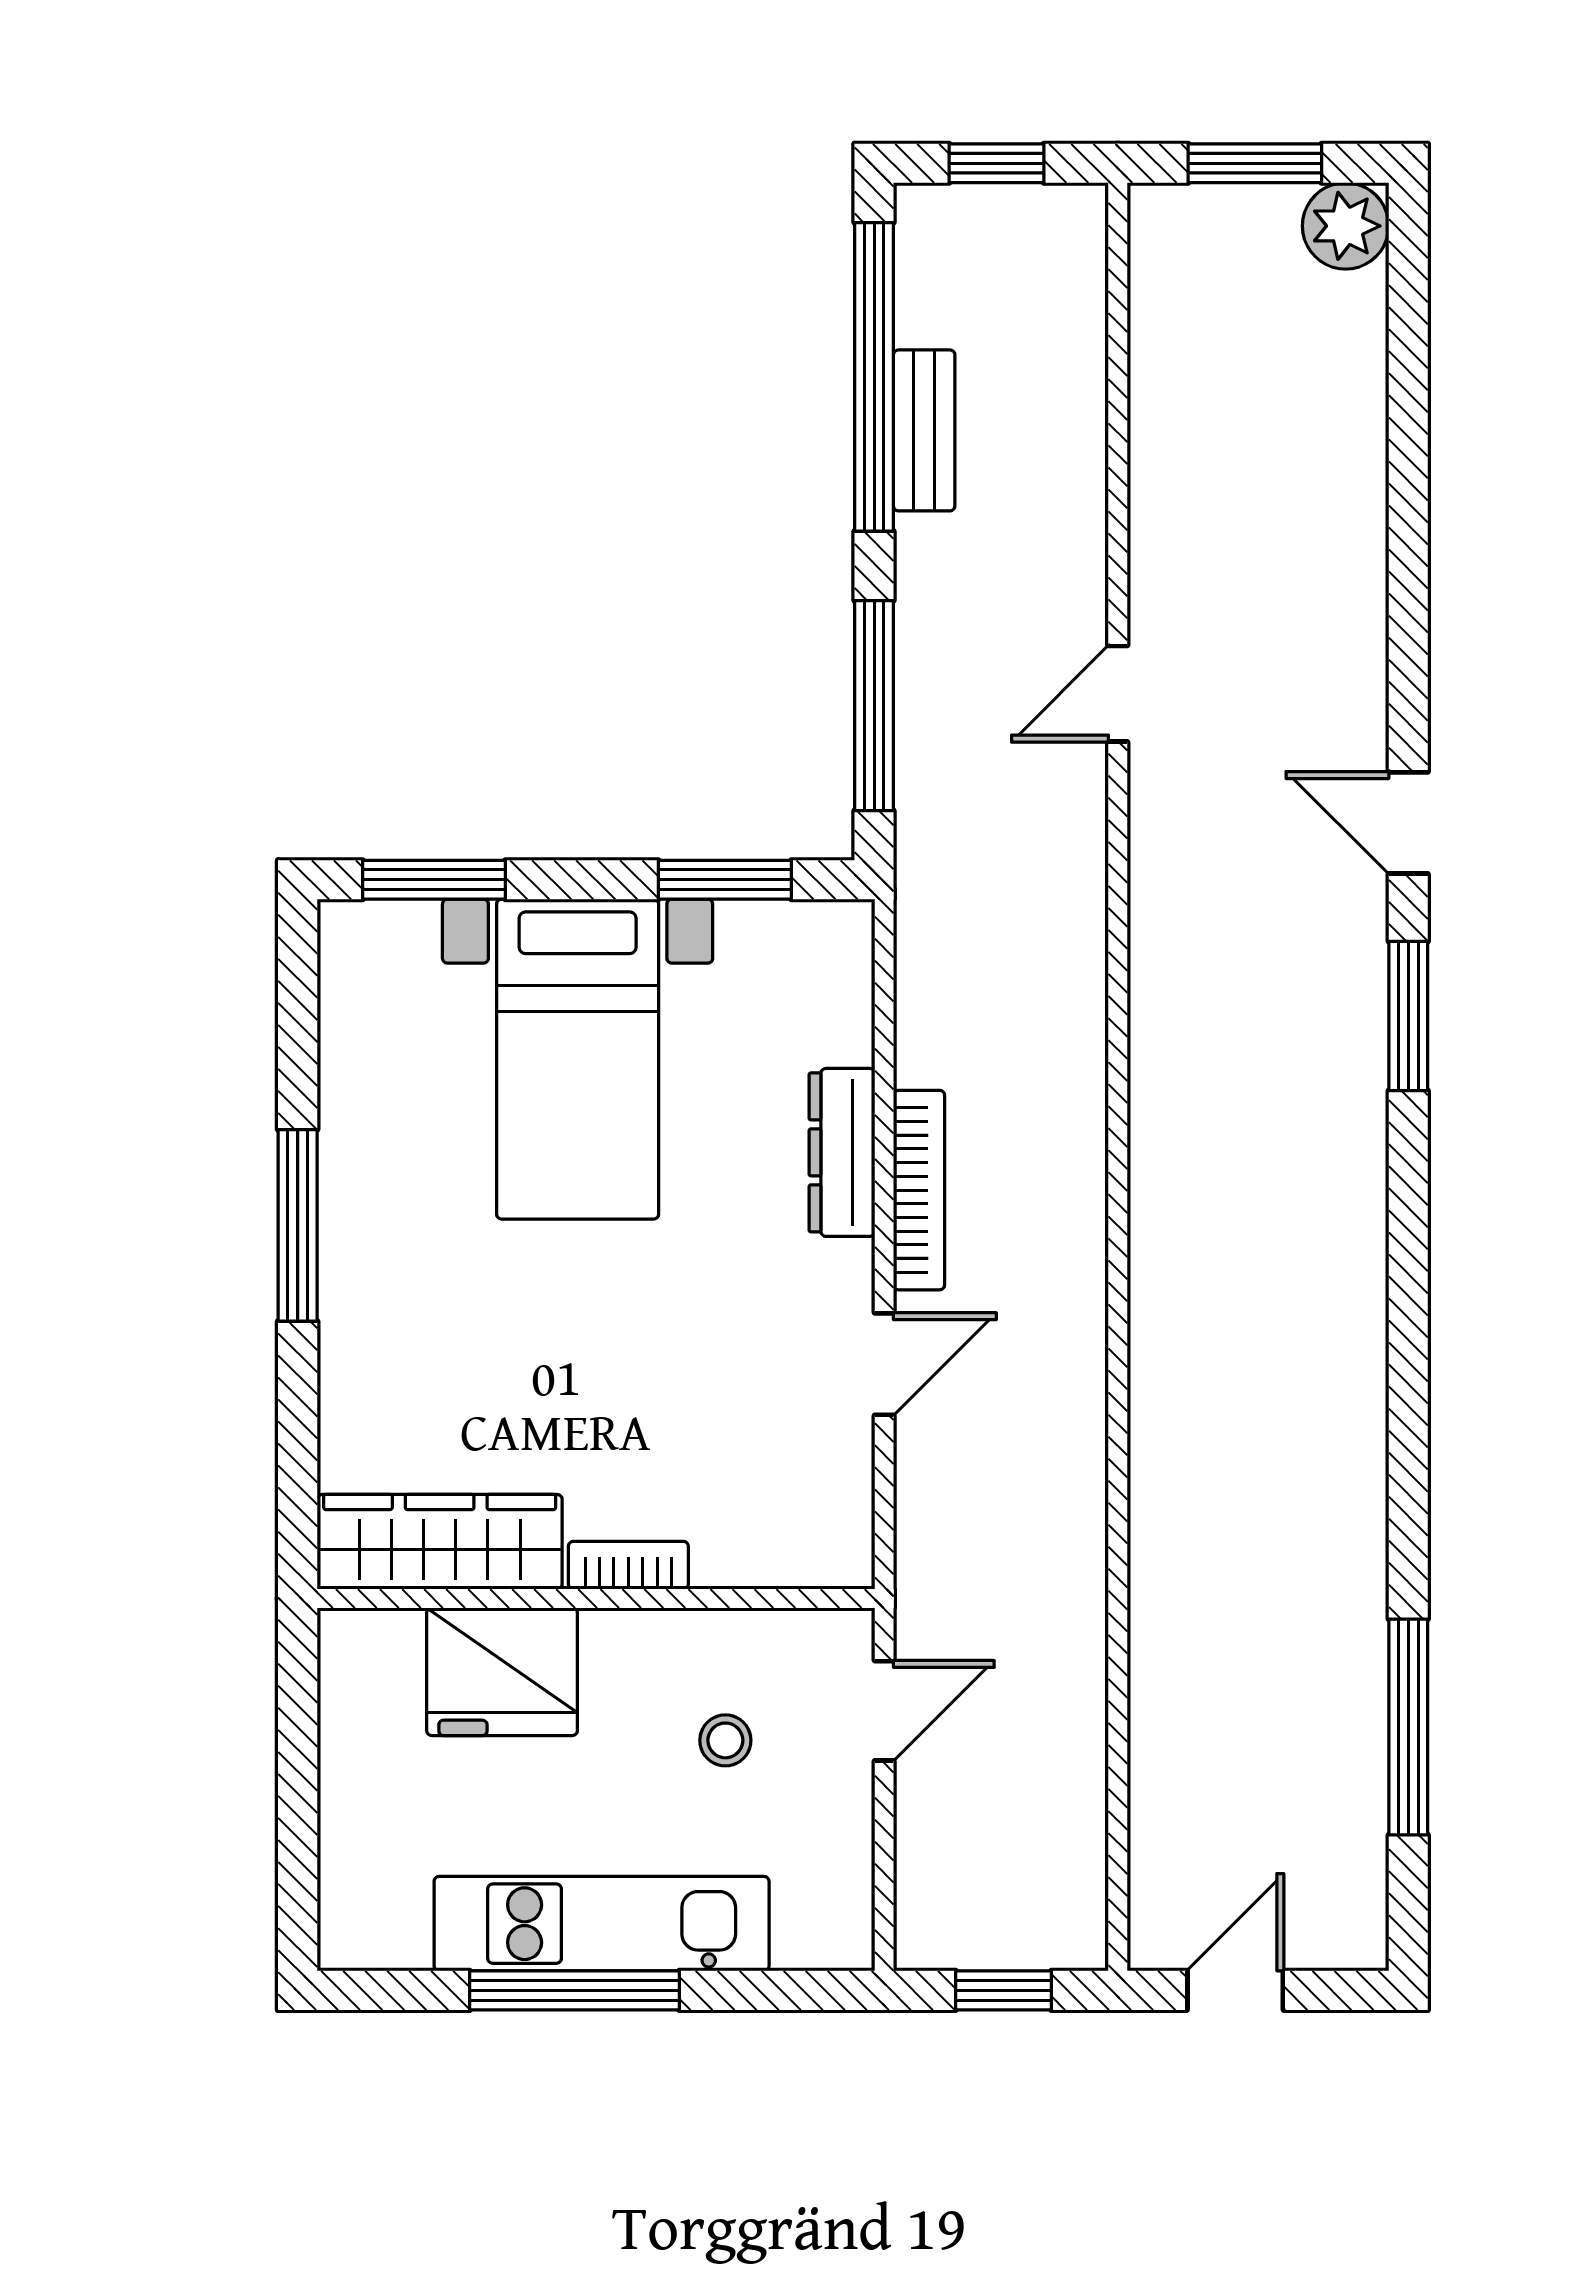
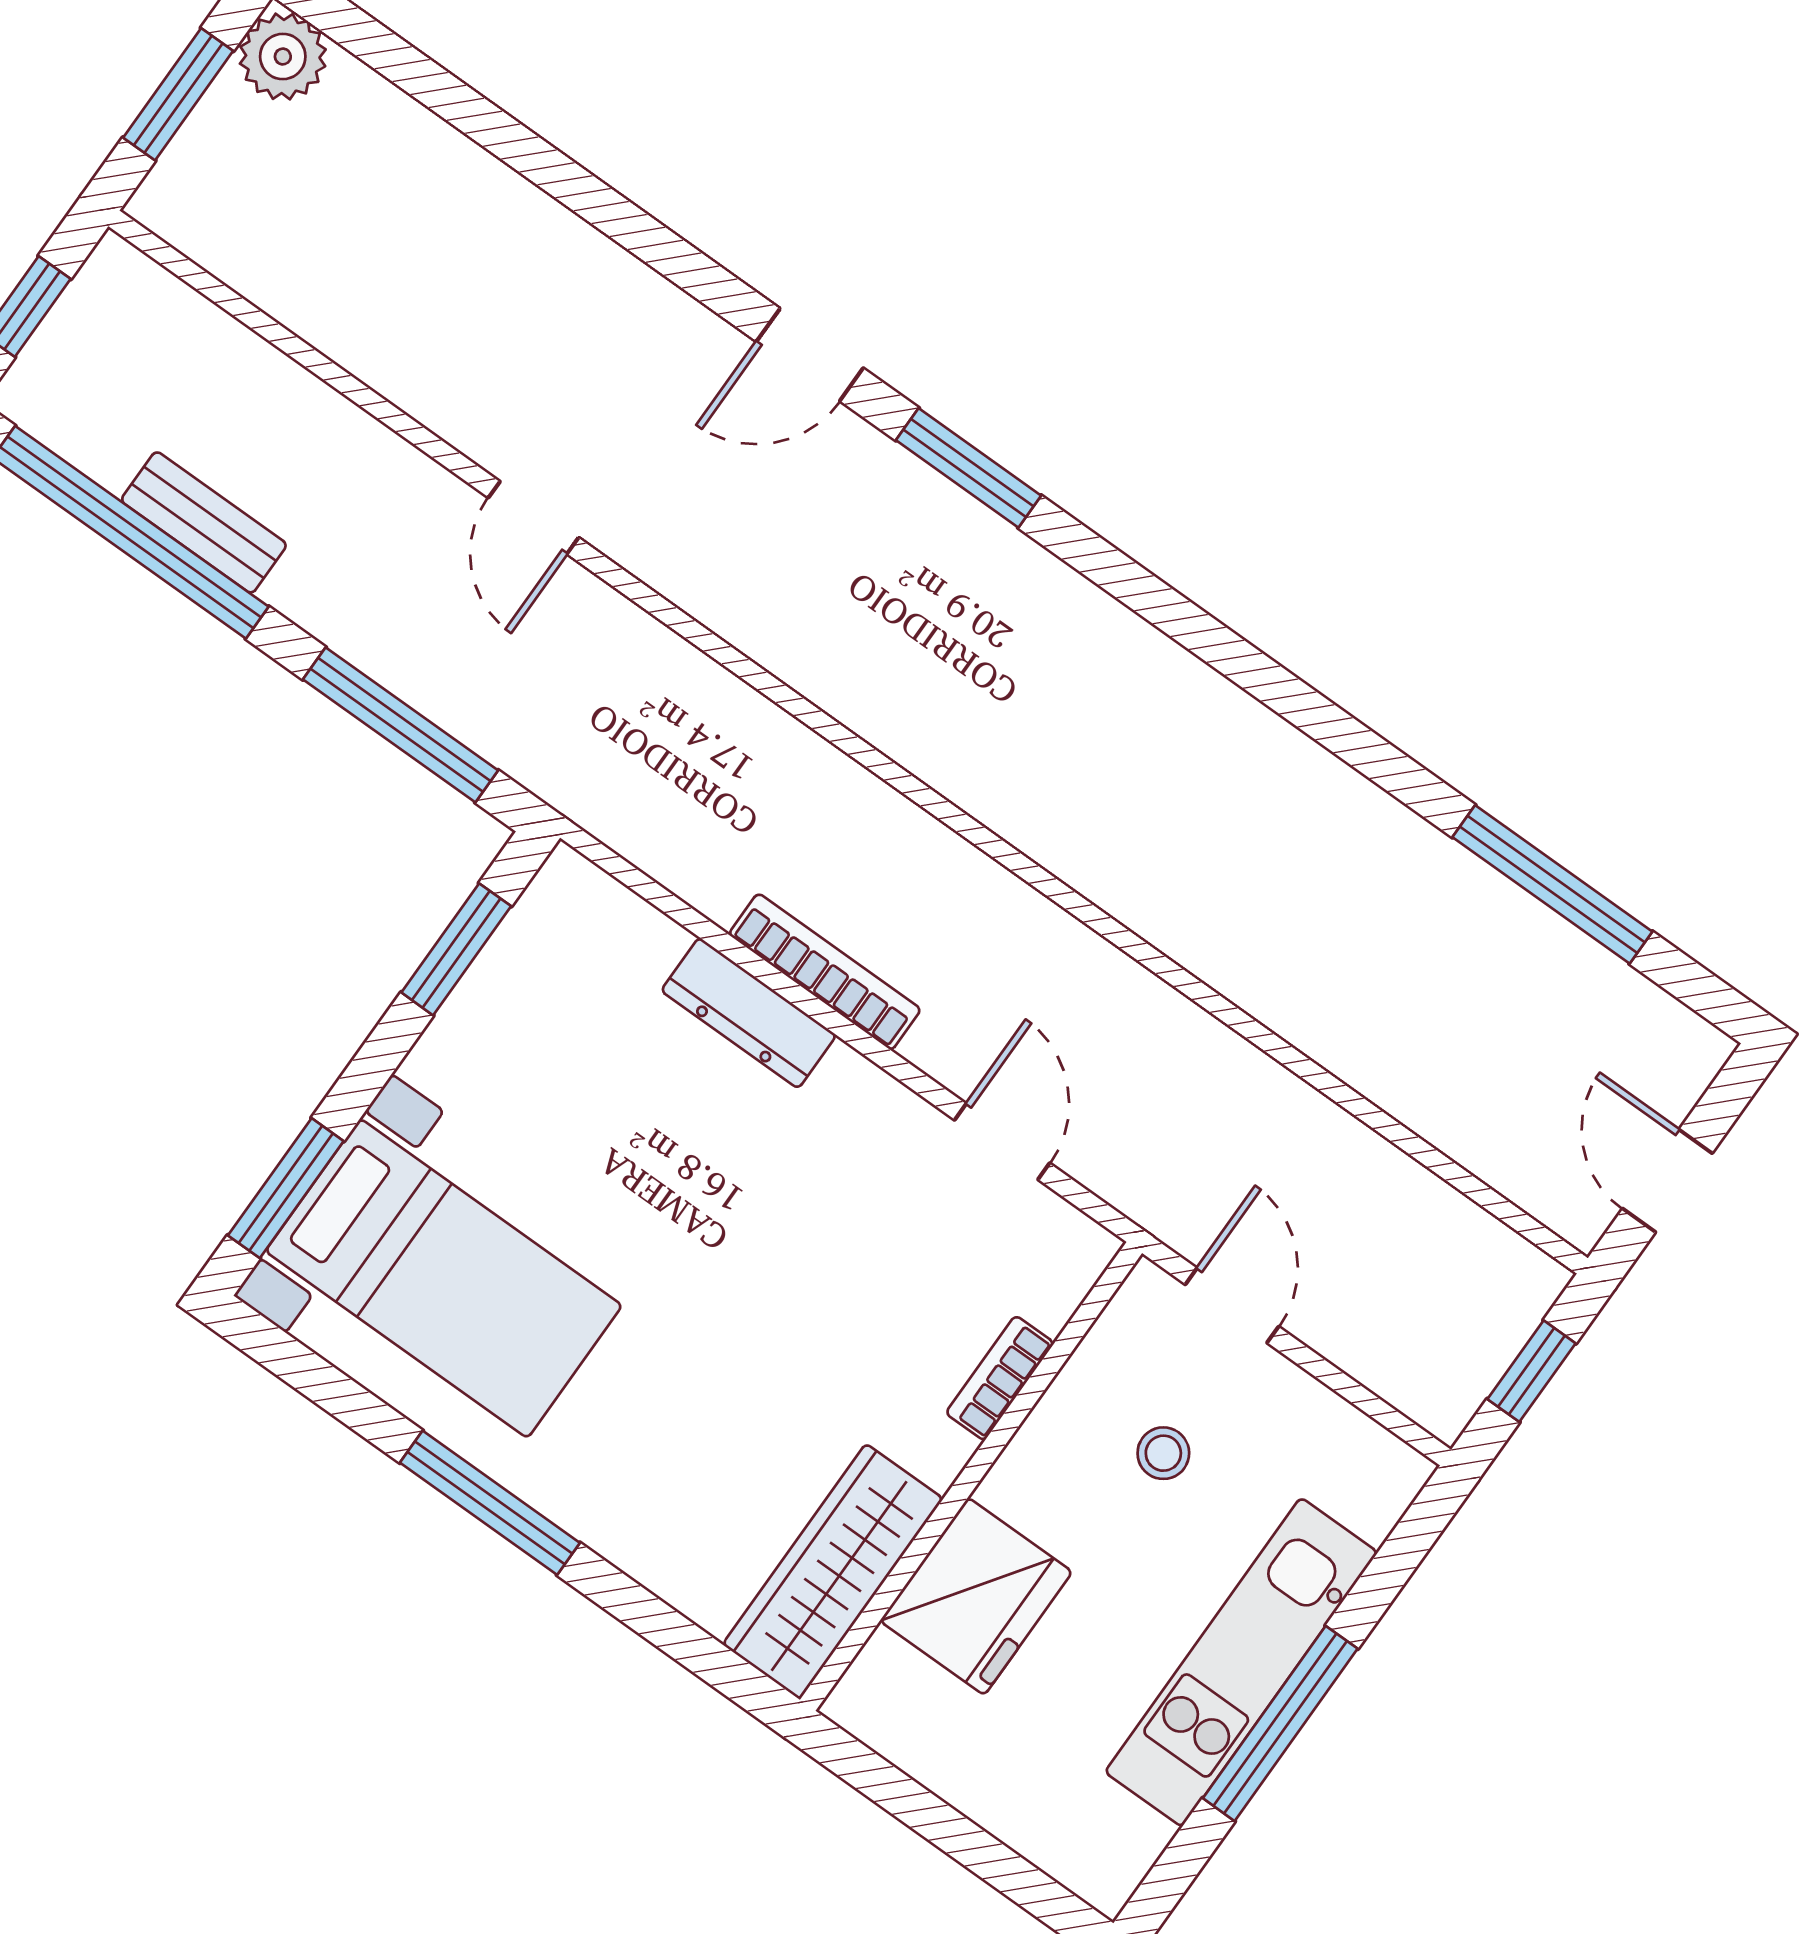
bed with nightstands: (578, 1059) -> (444, 1278), moved
door: (884, 1364) -> (1002, 1141), moved
bookcase: (628, 1565) -> (1000, 1378), moved

